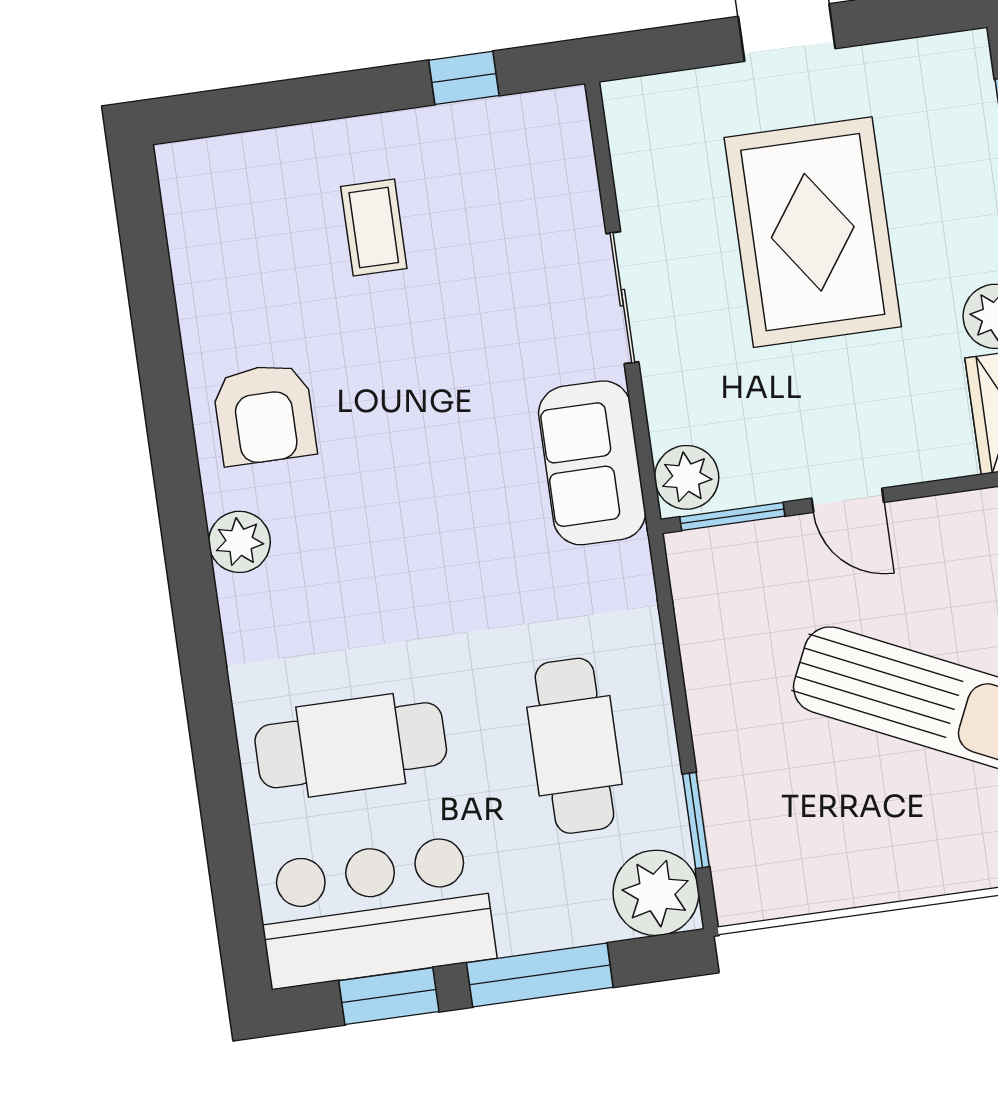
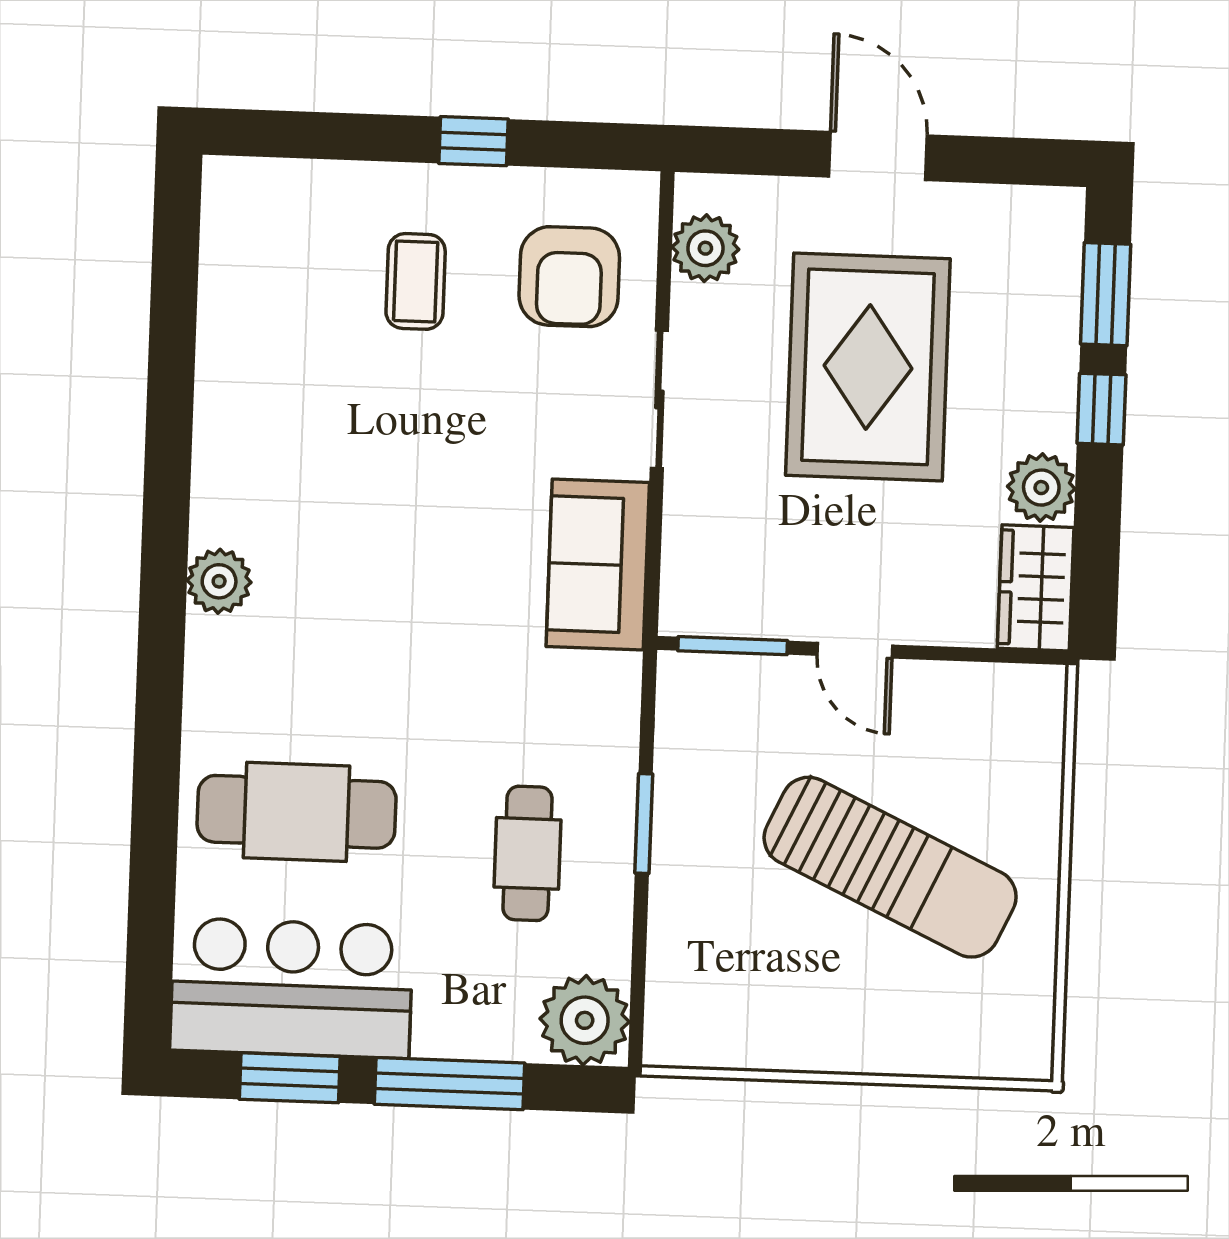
window: (464, 78) -> (474, 141), moved
armchair: (264, 414) -> (569, 277), moved
plant: (687, 477) -> (705, 248), moved
cafe table: (574, 746) -> (528, 853), width x0.73, depth x0.74
window: (696, 820) -> (644, 824), moved

